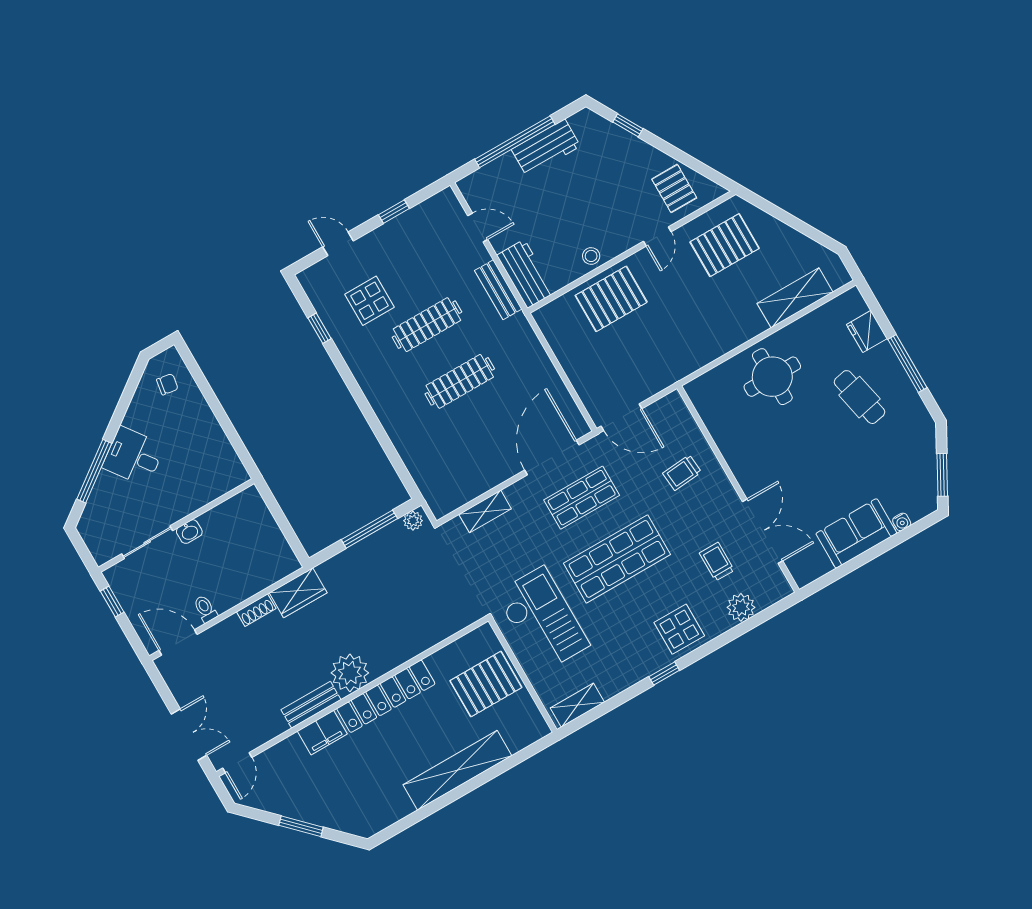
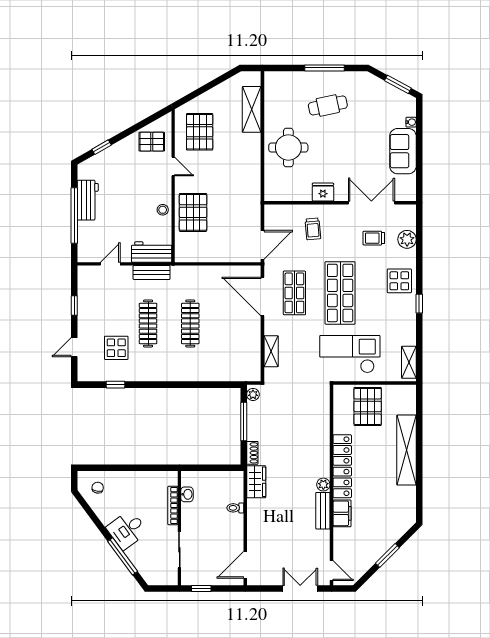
fridge: (867, 331) -> (323, 192), moved, turned 180
bookcase: (202, 499) -> (173, 505), added
washbasin: (189, 532) -> (187, 494), moved
toilet: (205, 609) -> (235, 508), moved
shoe rack: (256, 610) -> (252, 453), moved
plant: (350, 673) -> (323, 485), width x0.53, depth x0.53

